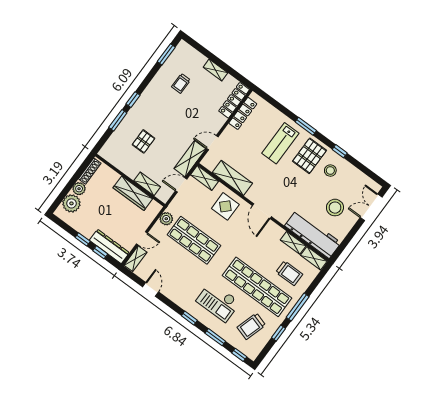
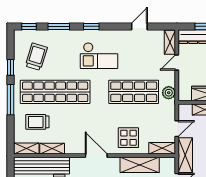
door: (151, 289) -> (139, 26), swing flipped
checkout: (218, 302) -> (99, 56), moved, turned 180

